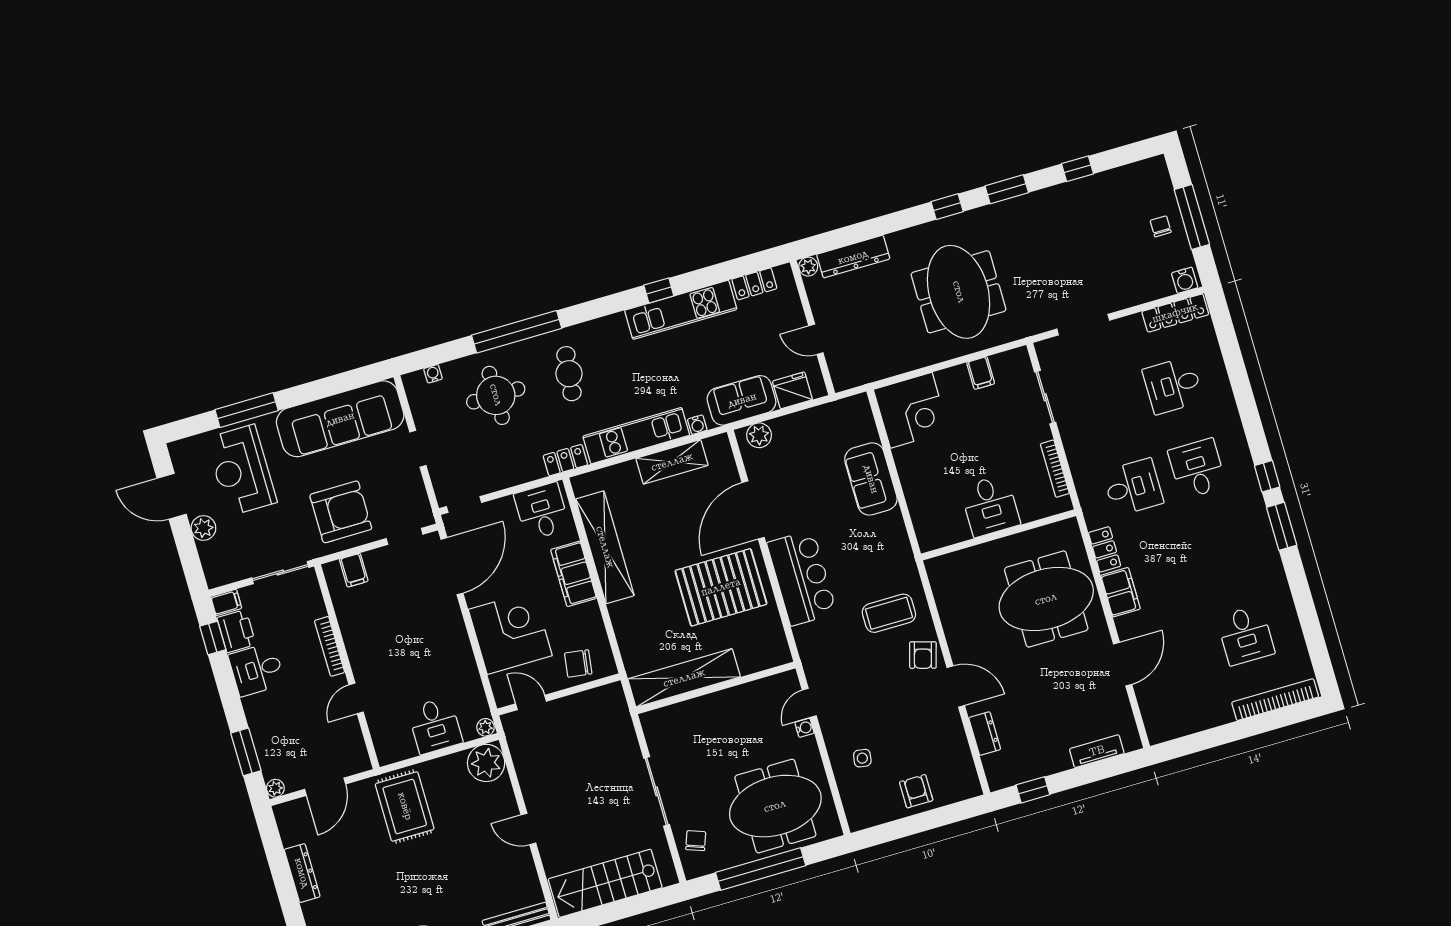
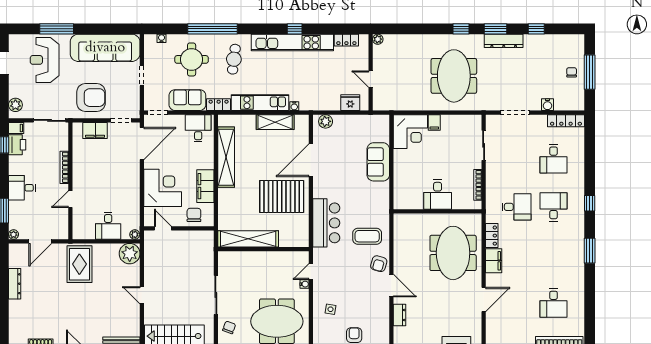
dresser: (853, 257) -> (504, 41), moved
water cooler: (1185, 280) -> (547, 105), moved
kitchen unit: (681, 310) -> (292, 42), width x1.36
filing cabinet: (981, 373) -> (434, 122), moved
desk: (1173, 385) -> (554, 159), turned -90
sofa: (742, 400) -> (187, 100), moved
window: (1267, 476) -> (590, 203), moved
plant: (203, 528) -> (15, 105), moved
filing cabinet: (354, 570) -> (95, 131), width x2.00
filing cabinet: (574, 574) -> (205, 186), moved
bar counter: (802, 578) -> (326, 223), moved
meeting table: (1046, 599) -> (453, 253), turned 90
chair: (578, 663) -> (194, 215), turned 82
desk: (257, 669) -> (22, 188), moved

